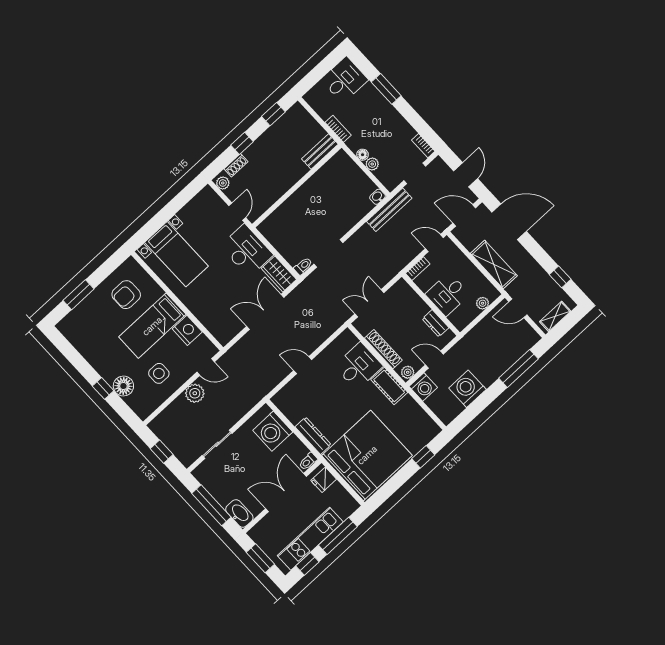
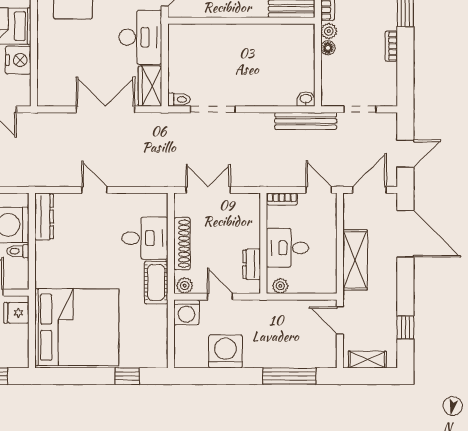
bookcase: (423, 146) -> (391, 46), moved
plant: (372, 164) -> (329, 31), moved
door: (464, 215) -> (370, 190), hinge flipped
plant: (483, 303) -> (280, 286), moved
dresser: (313, 436) -> (44, 216), moved
toilet: (308, 461) -> (18, 251), moved

